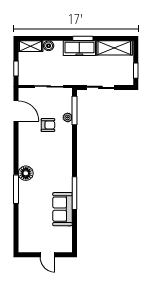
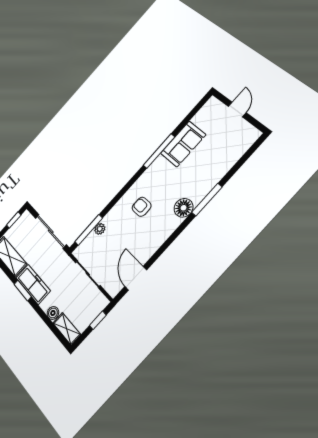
sliding door: (100, 87) -> (51, 231), width x1.37
armchair: (48, 125) -> (142, 207), moved

